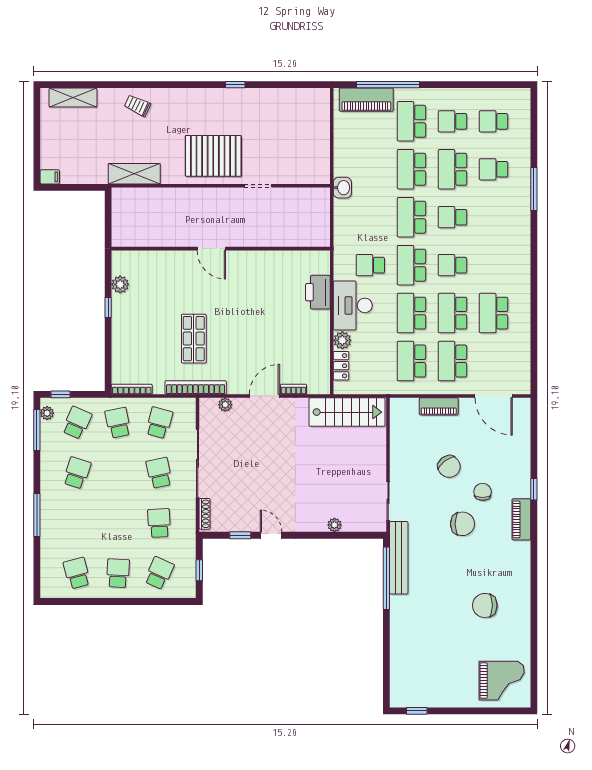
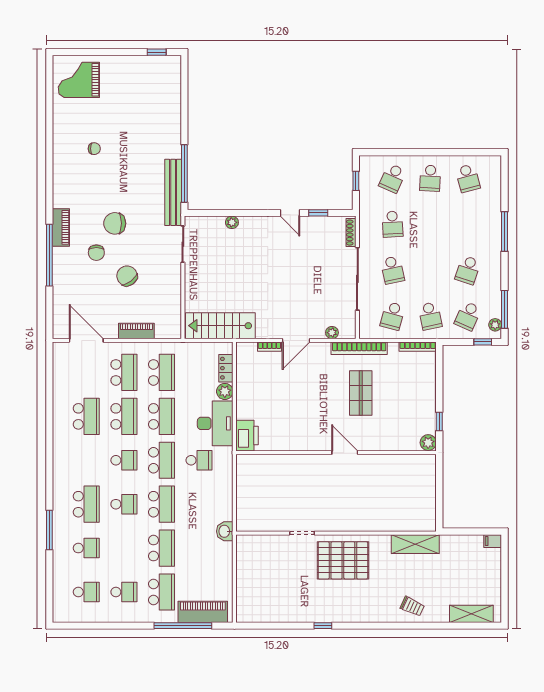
school desk: (452, 169) -> (86, 504), moved
door: (211, 249) -> (345, 453), moved
wall: (221, 249) -> (336, 453), moved
window: (534, 489) -> (49, 255), width x3.17
chair: (485, 605) -> (94, 149), width x0.54, depth x0.54

